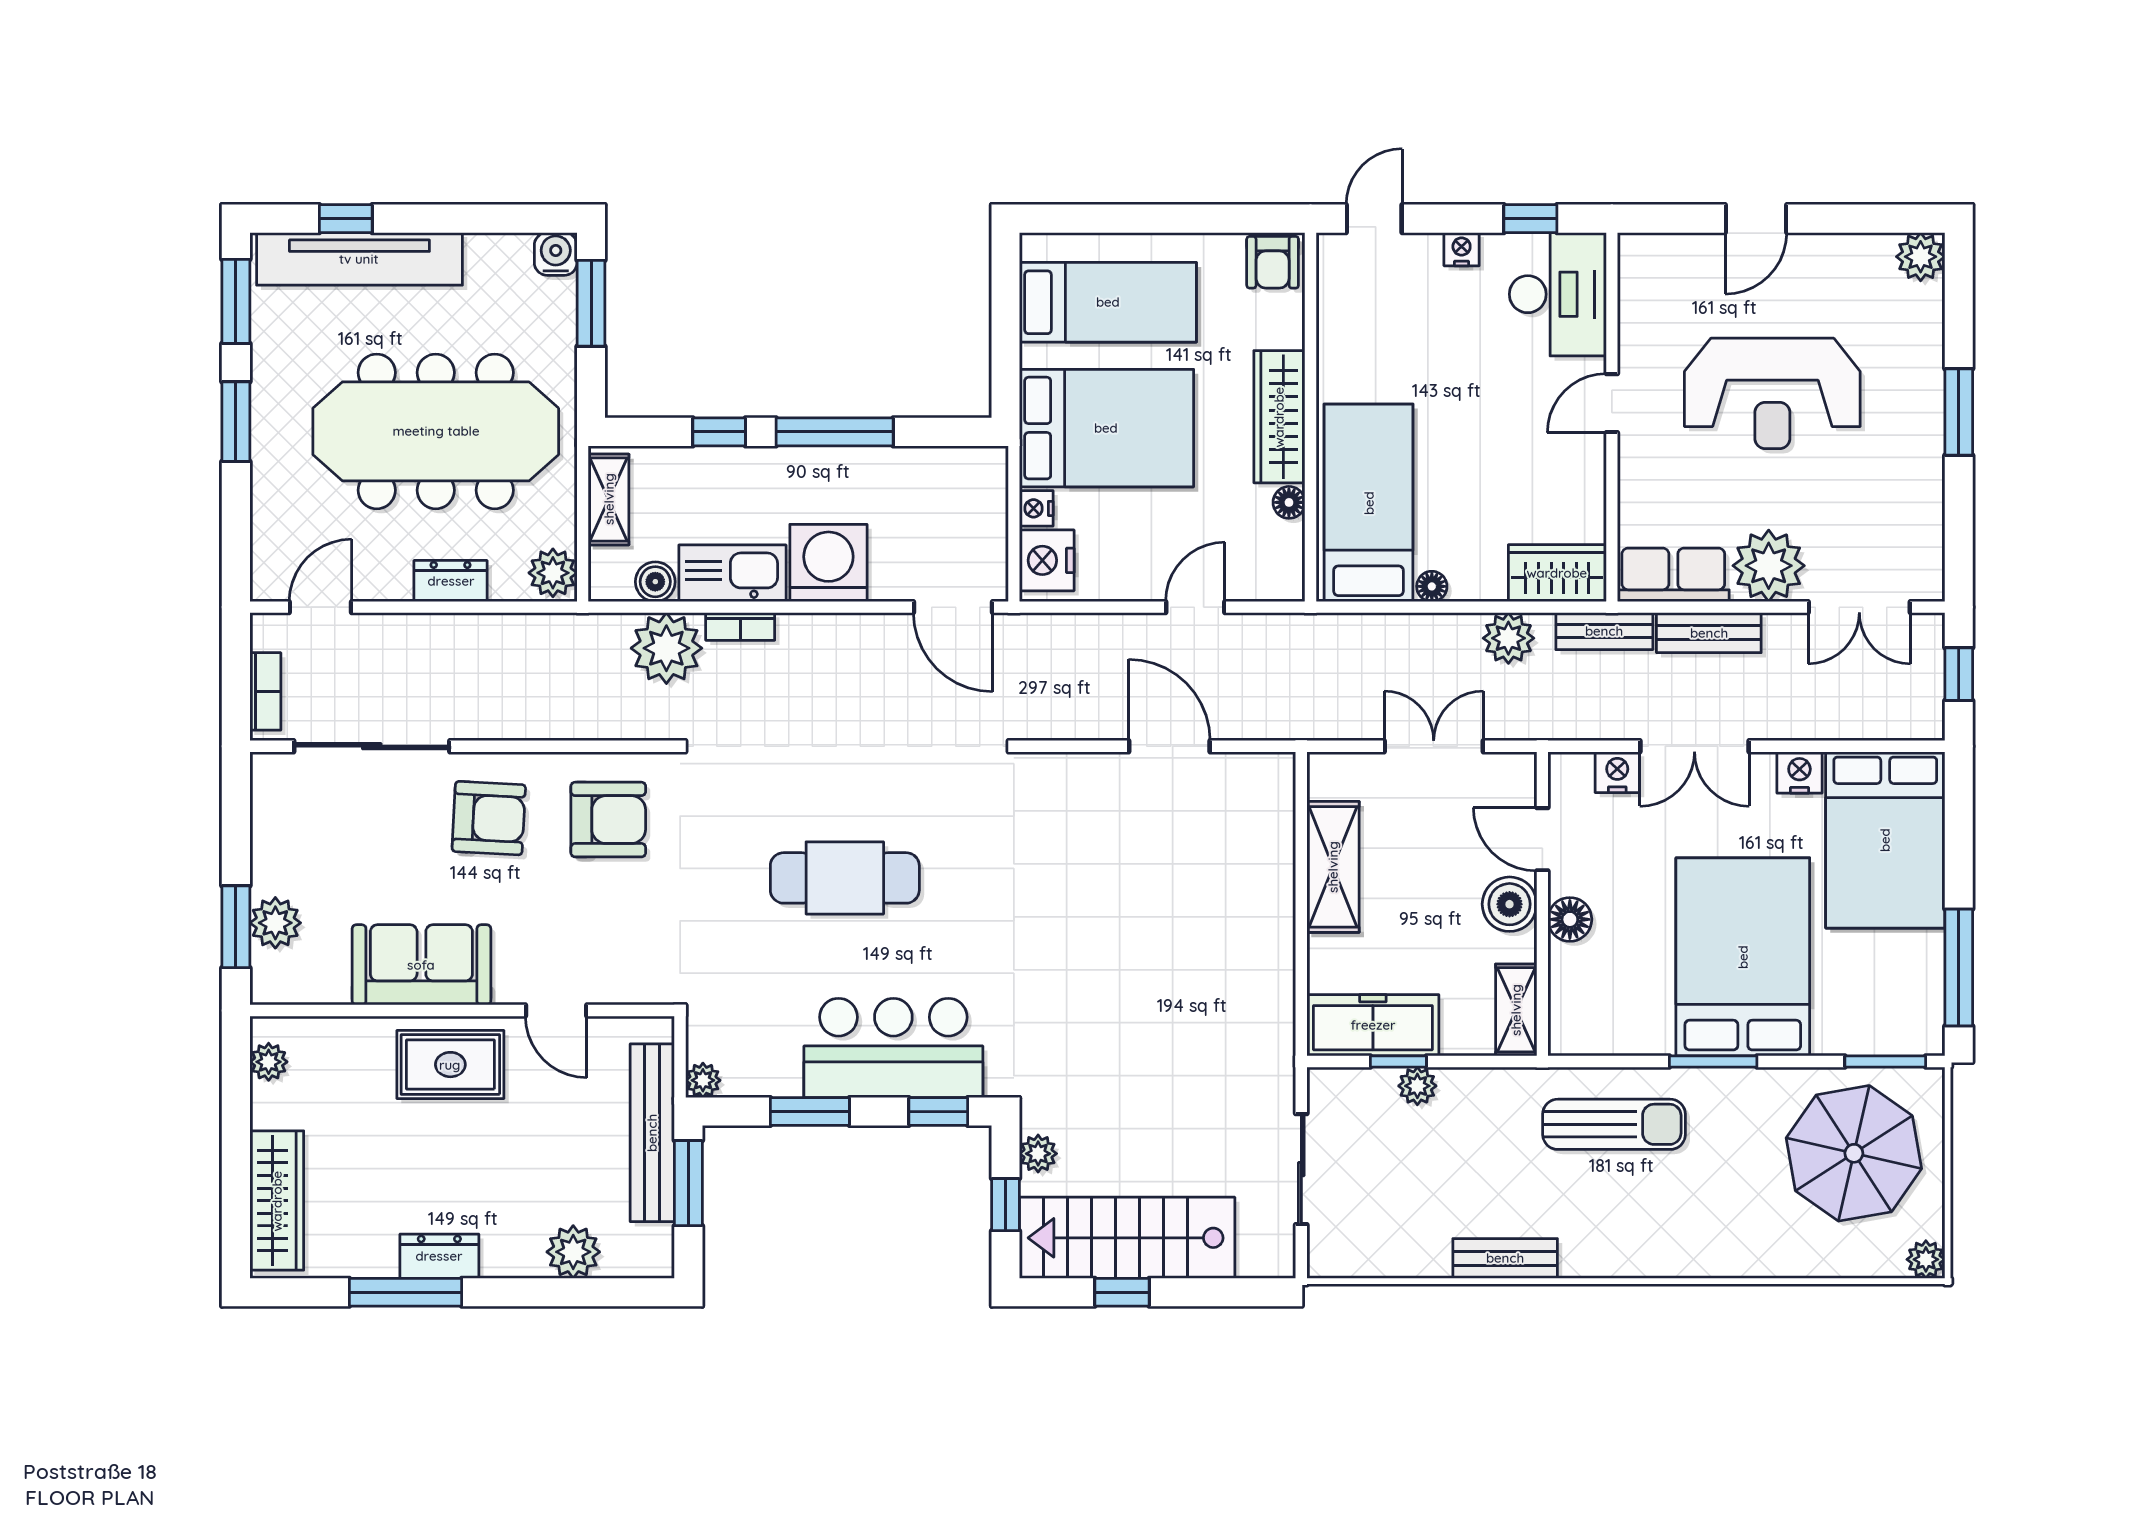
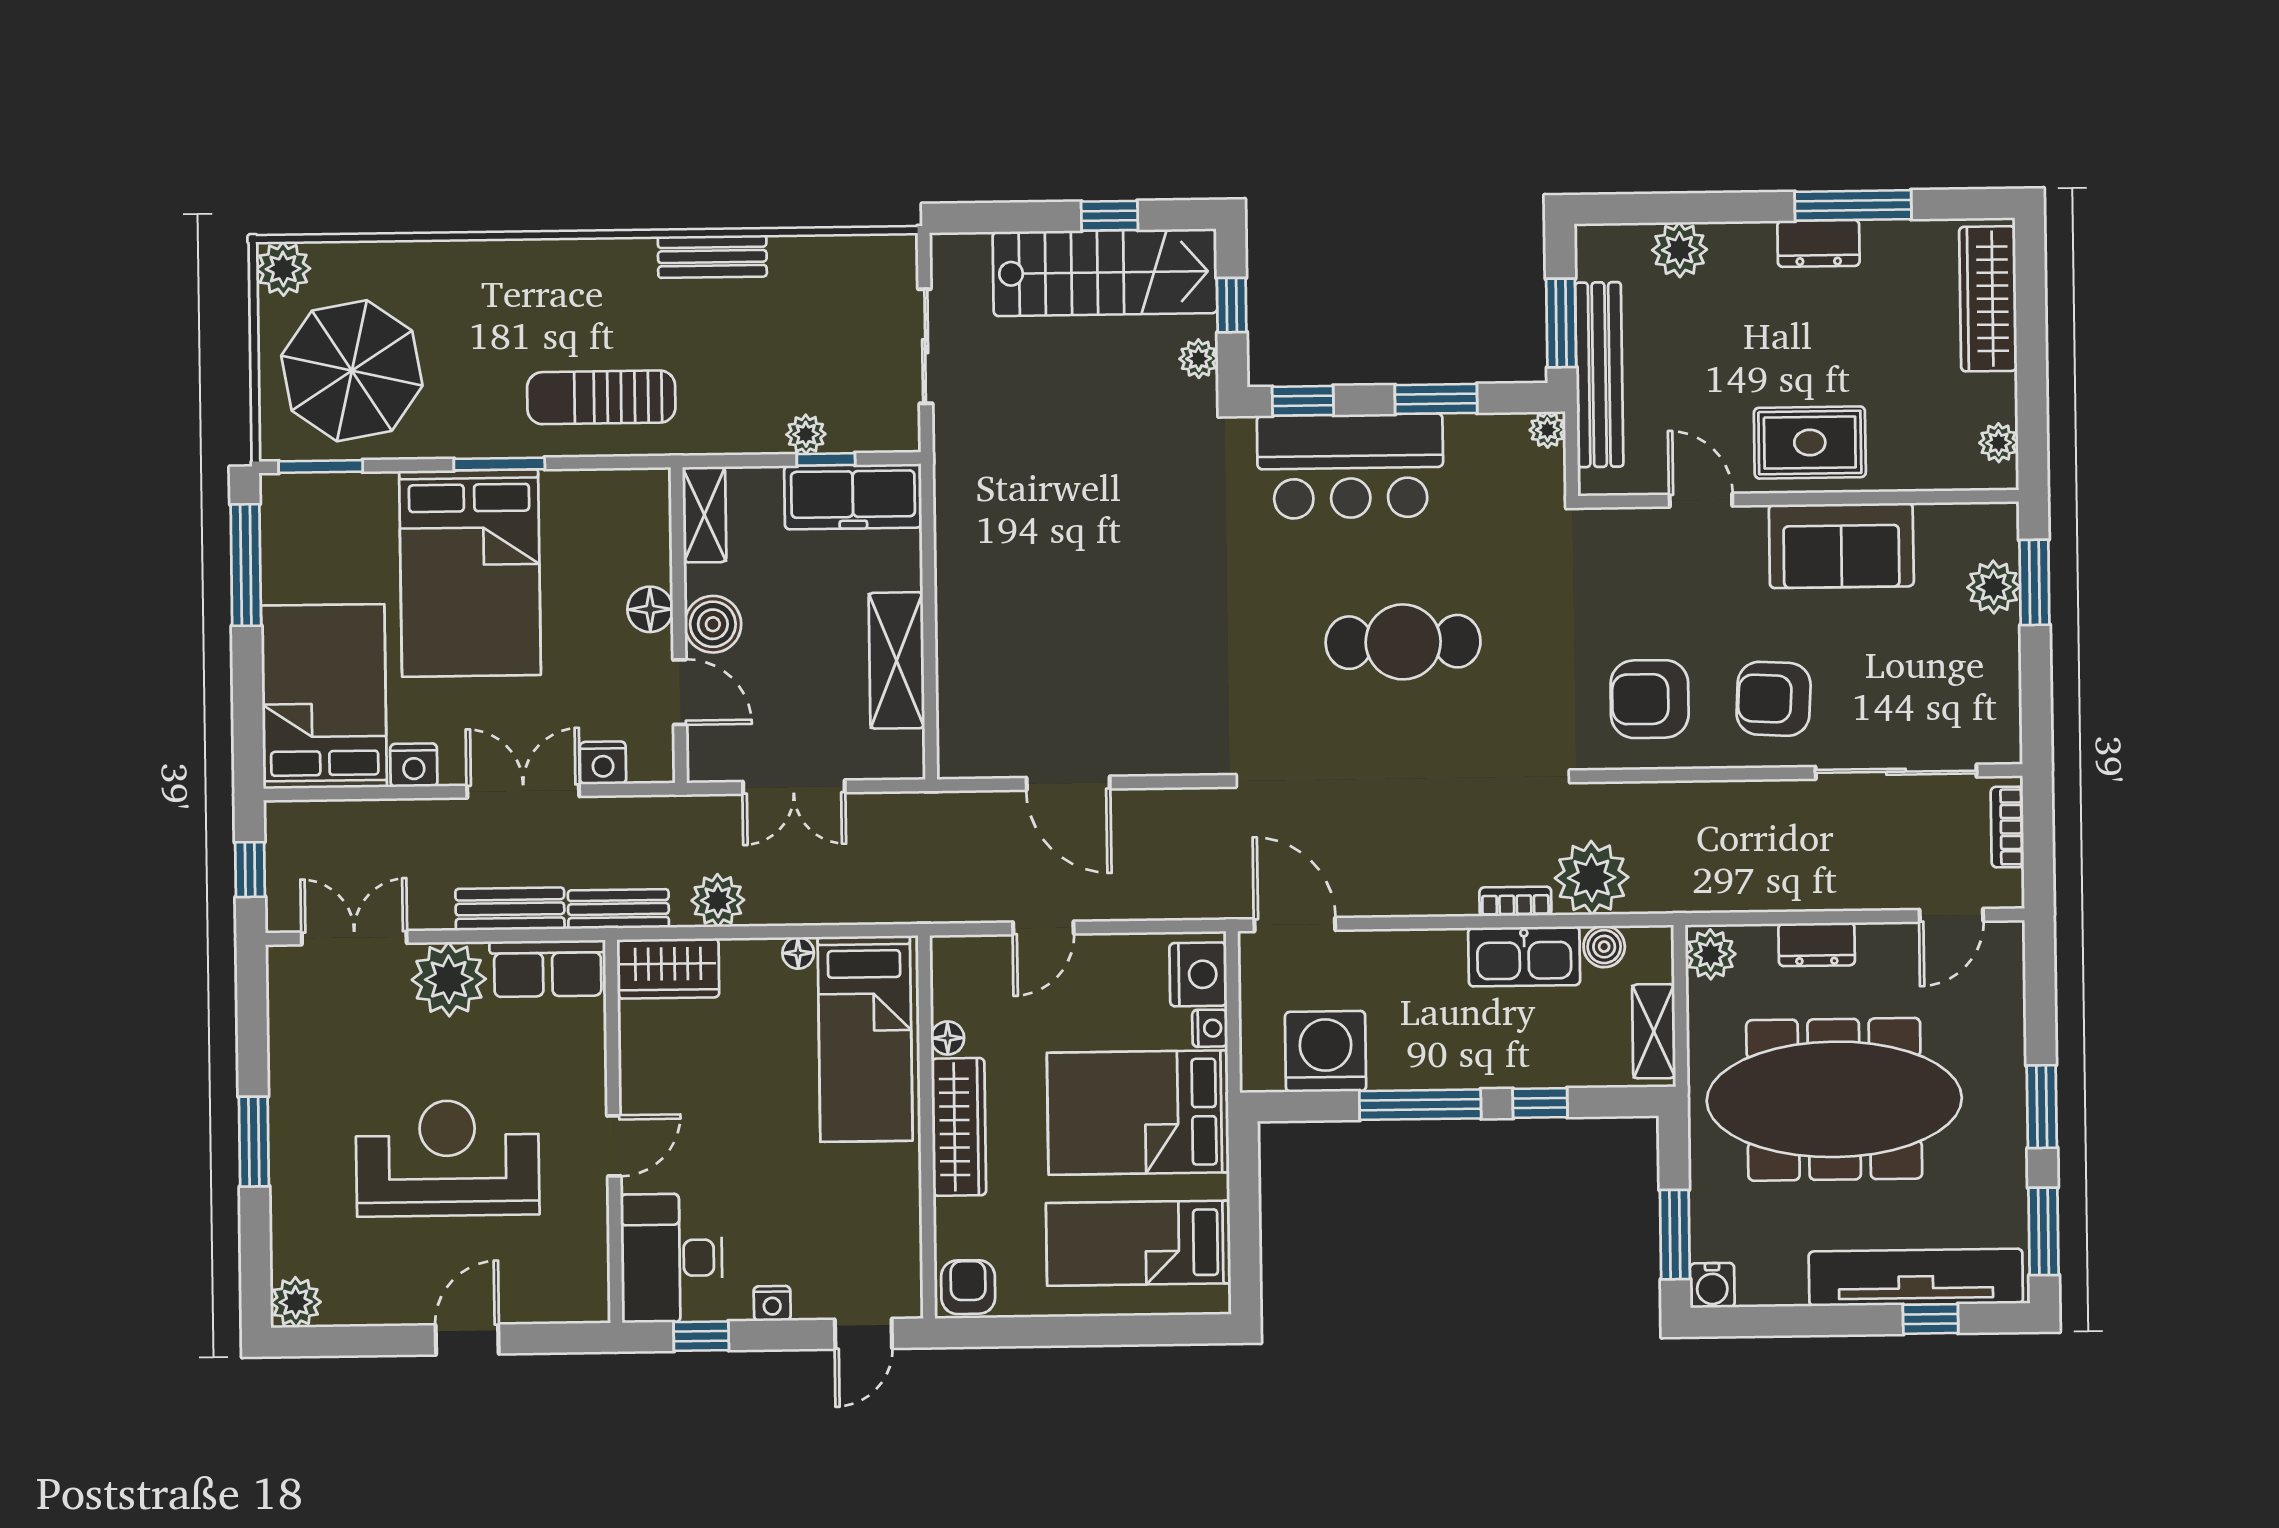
washing machine: (828, 563) -> (1326, 1051), moved, turned 180
plant: (1926, 1259) -> (283, 269), width x1.38, depth x1.38

